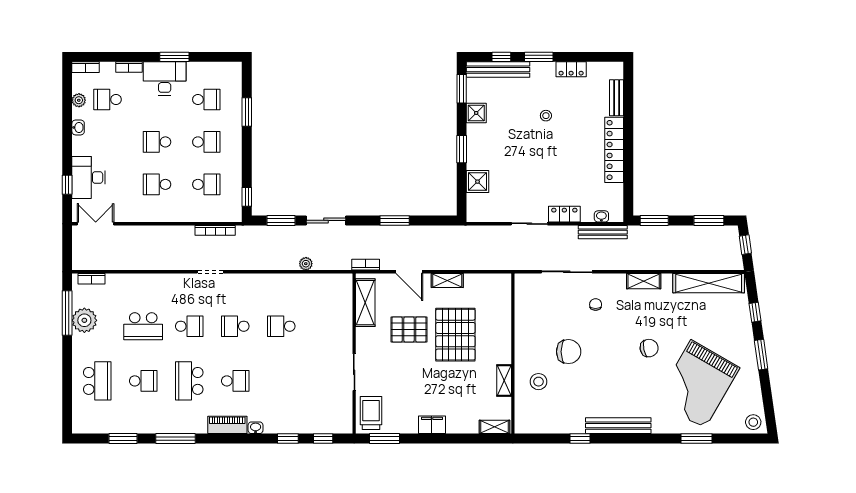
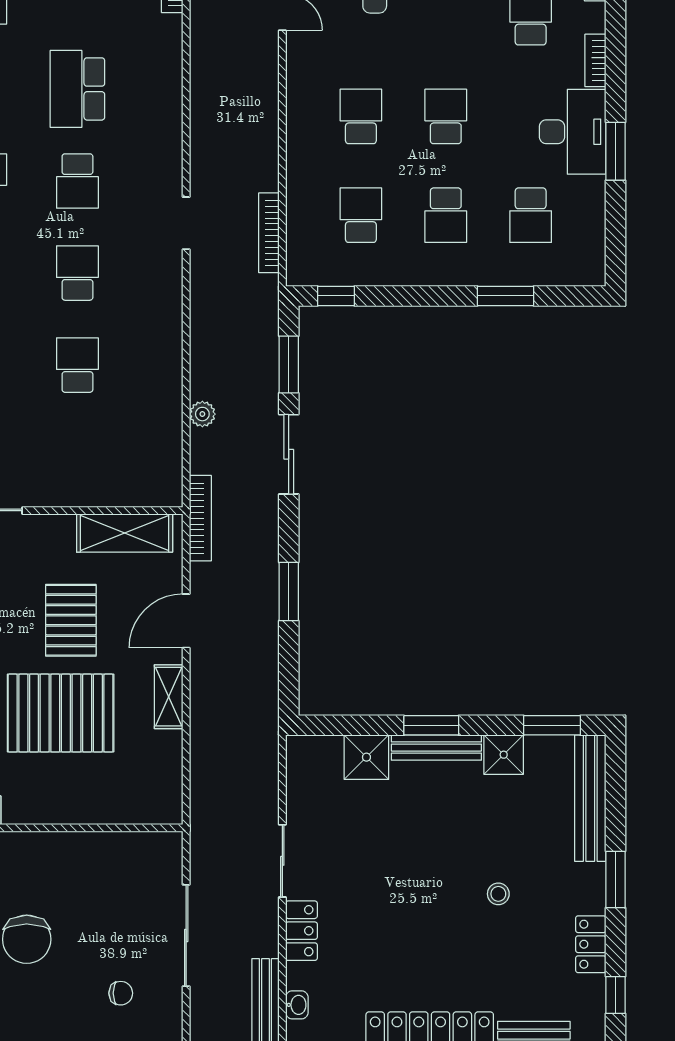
window: (501, 57) -> (616, 995), moved
bench: (473, 147) -> (436, 748), added
school desk: (206, 184) -> (361, 215), turned 180
bookcase: (366, 265) -> (200, 518), width x1.56

